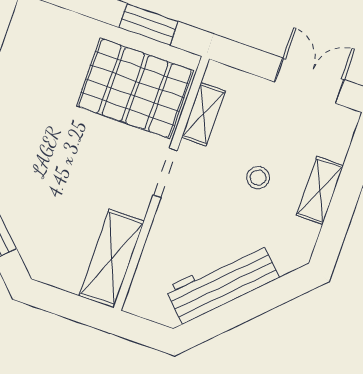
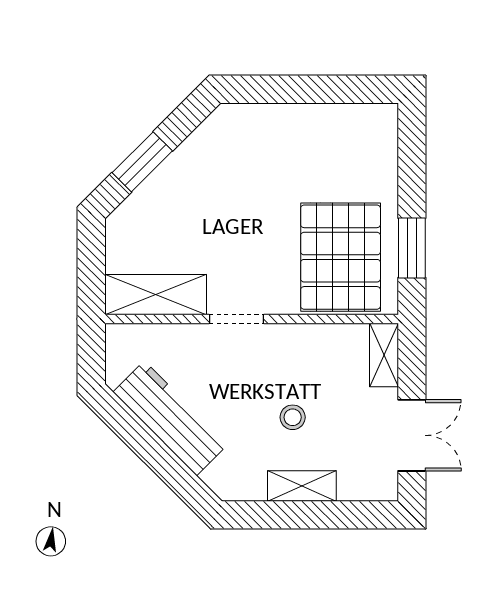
shelving: (203, 114) -> (384, 355), moved, turned 90
doorway: (165, 173) -> (237, 319), moved

